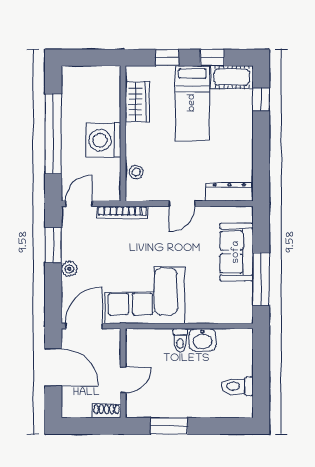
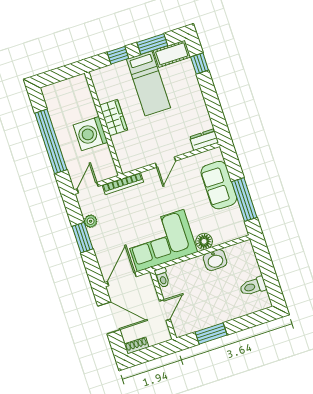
window: (212, 58) -> (152, 44), width x1.50
wardrobe: (137, 102) -> (114, 118), moved
stool: (136, 172) -> (123, 150), removed
dresser: (229, 192) -> (204, 140), width x0.70
window: (53, 245) -> (83, 238), moved
plant: (69, 269) -> (91, 221), moved
floor lamp: (197, 313) -> (204, 241), added
toilet: (180, 340) -> (162, 278), moved
shoe rack: (106, 411) -> (137, 345), moved

